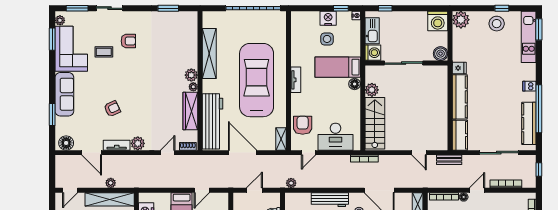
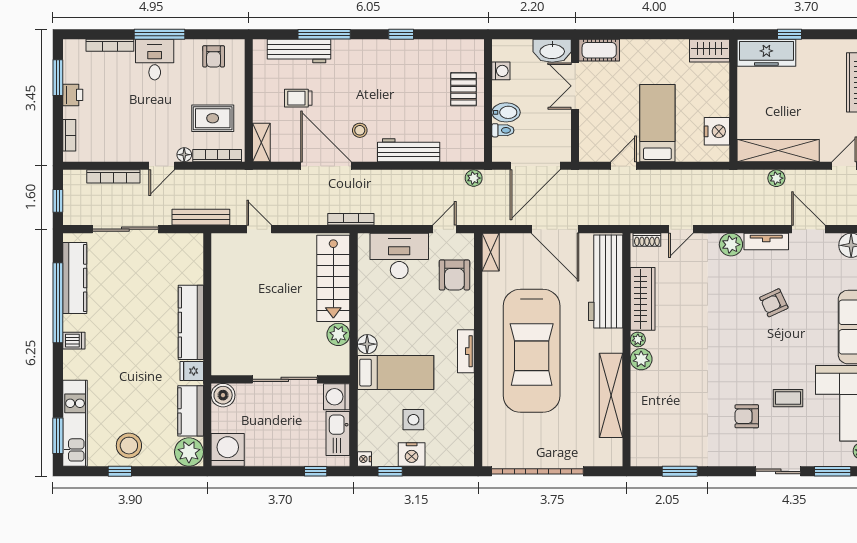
kitchen counter: (460, 135) -> (191, 411), moved
bench: (449, 160) -> (201, 217), width x1.36
door: (254, 190) -> (535, 166), width x1.87

